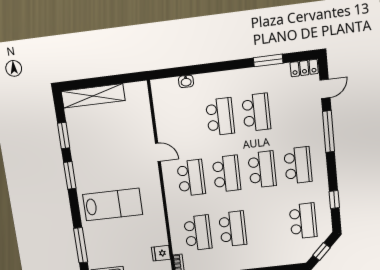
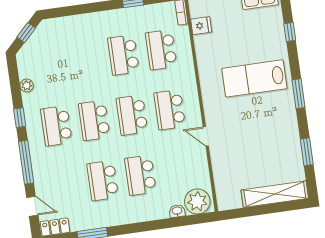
door: (325, 89) -> (32, 206), swing flipped
plant: (167, 90) -> (197, 201), added
window: (70, 175) -> (298, 94), moved
window: (334, 199) -> (20, 118), moved
plant: (324, 203) -> (27, 85), added
school desk: (303, 221) -> (48, 66), removed
window: (81, 245) -> (290, 32), width x0.46

